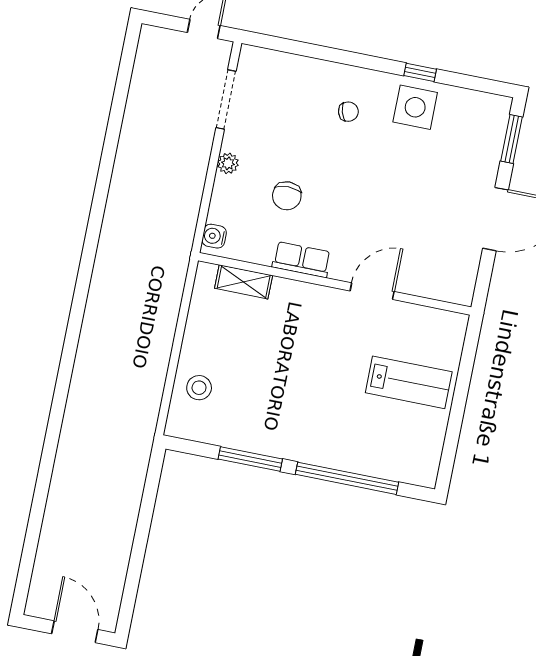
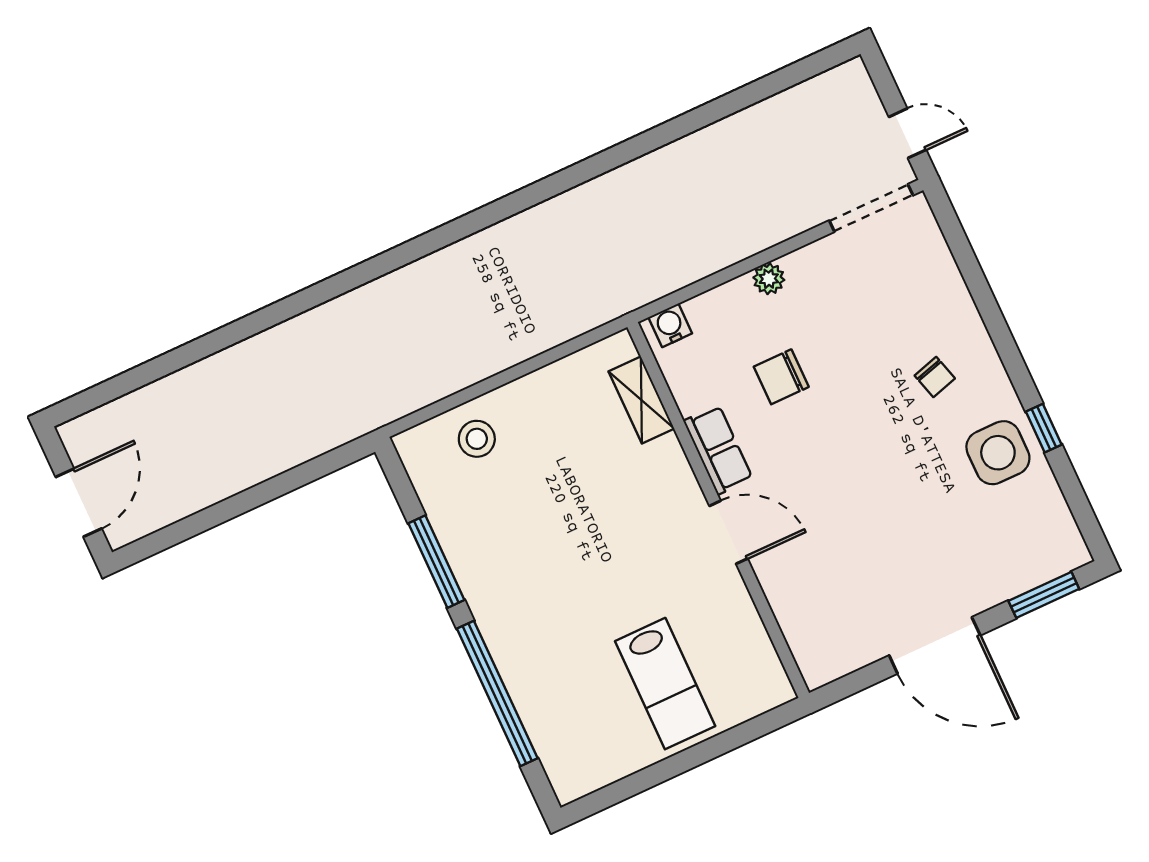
doorway: (226, 100) -> (871, 208), moved
door: (372, 291) -> (728, 532), moved

